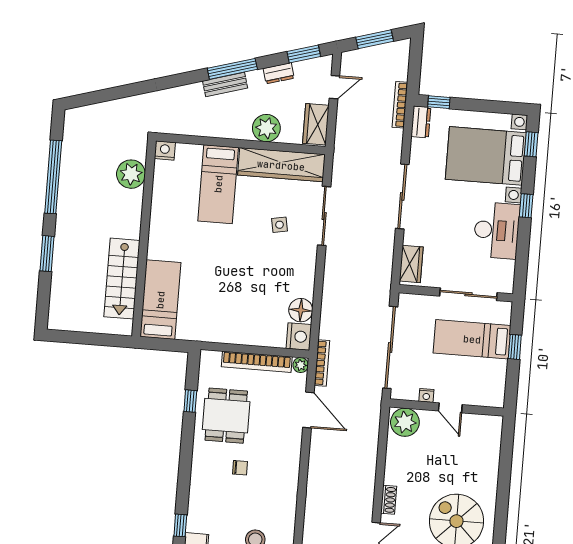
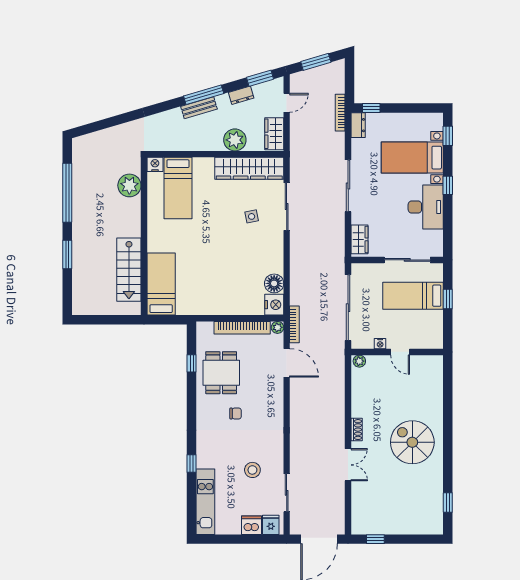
bed with nightstands: (486, 156) -> (412, 158), width x0.73
bed: (218, 184) -> (178, 188), moved
plant: (405, 422) -> (359, 361), width x0.53, depth x0.53

